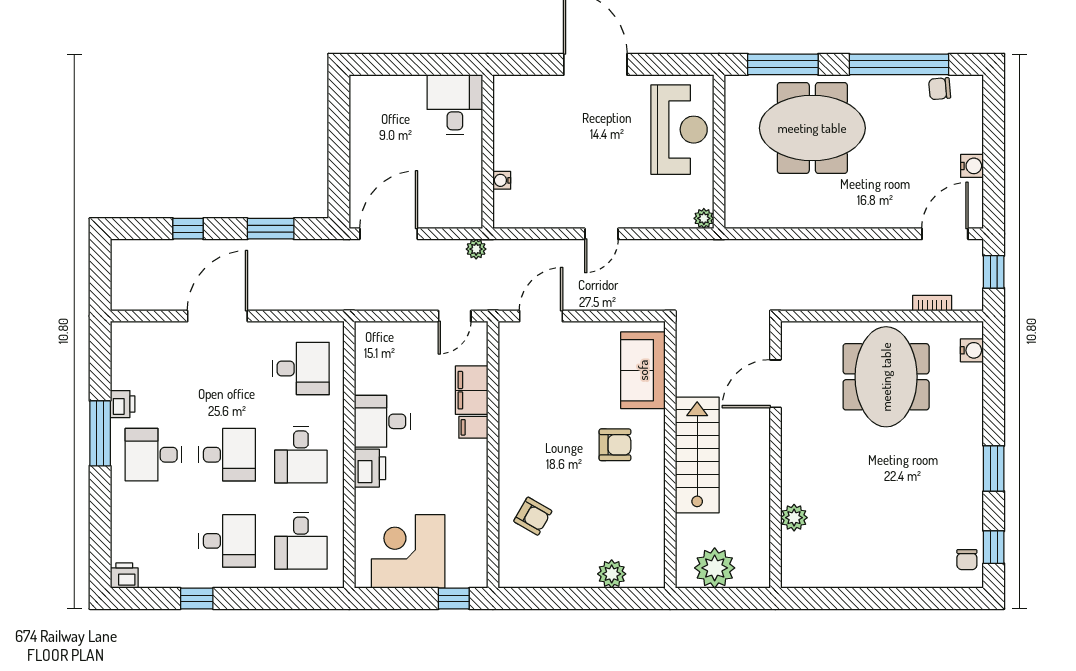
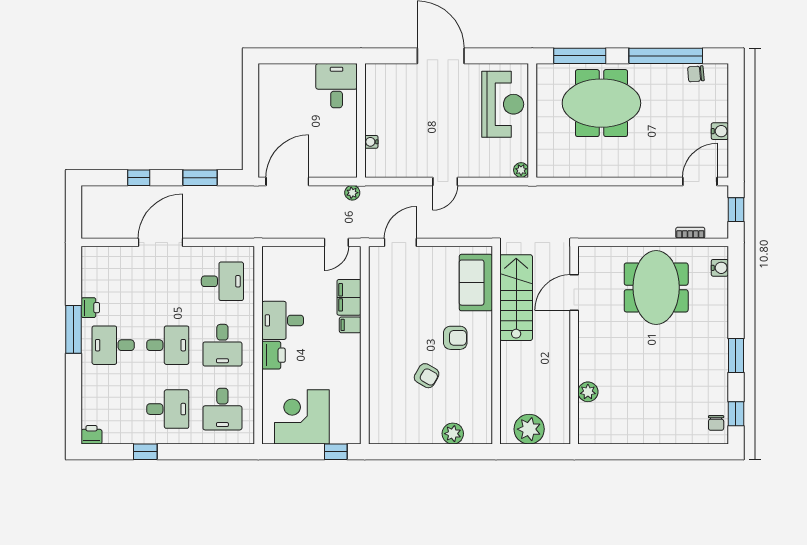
stairs: (697, 455) -> (516, 298), moved
armchair: (533, 516) -> (427, 376), moved

